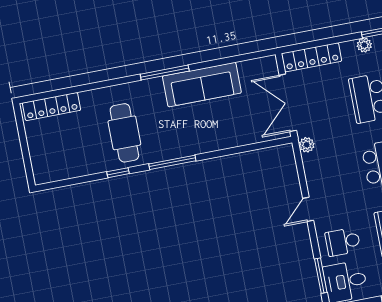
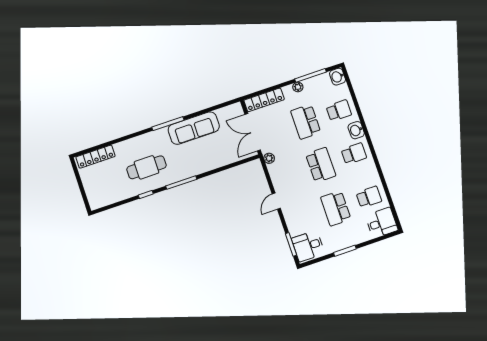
cafe table: (124, 133) -> (146, 167), turned 90
school desk: (343, 242) -> (302, 220), removed

